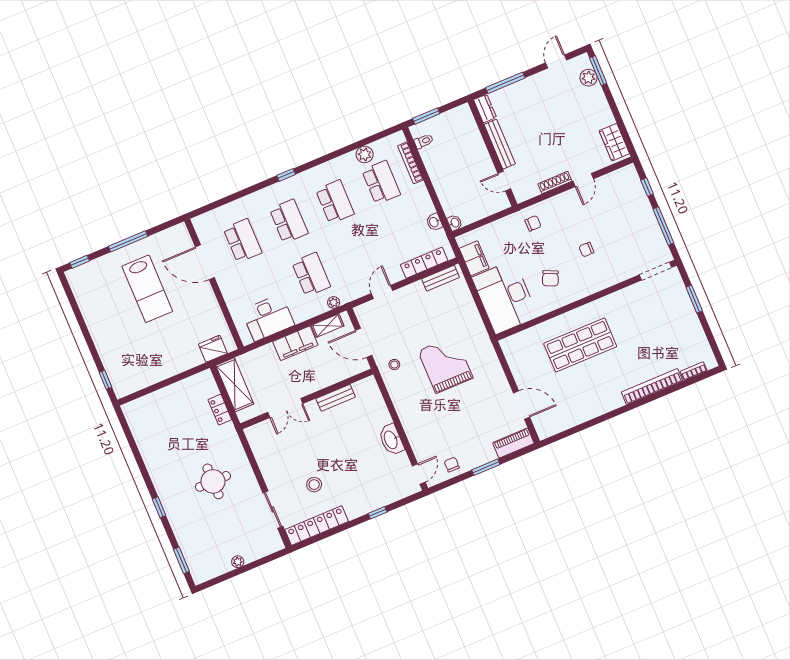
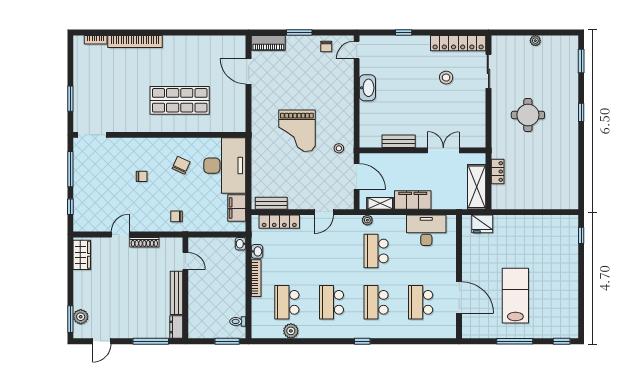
bookcase: (410, 163) -> (256, 278), moved

